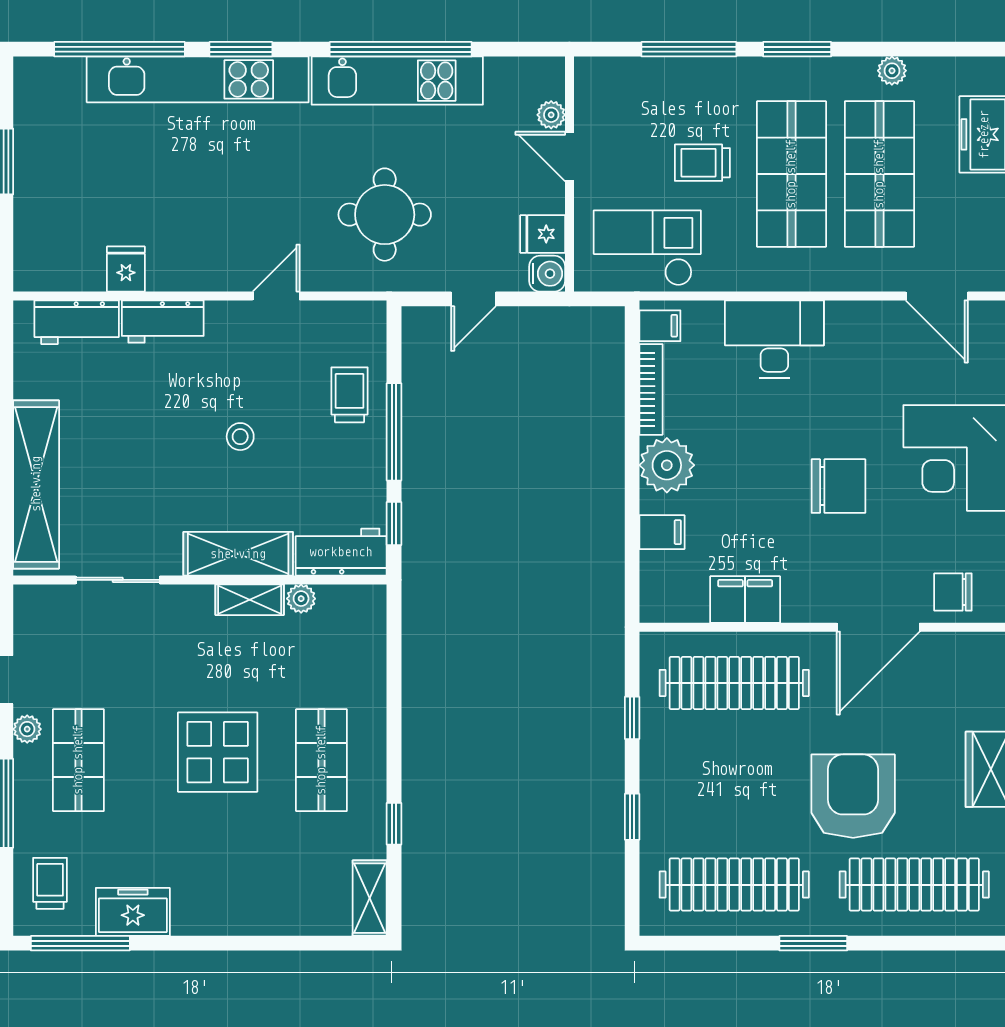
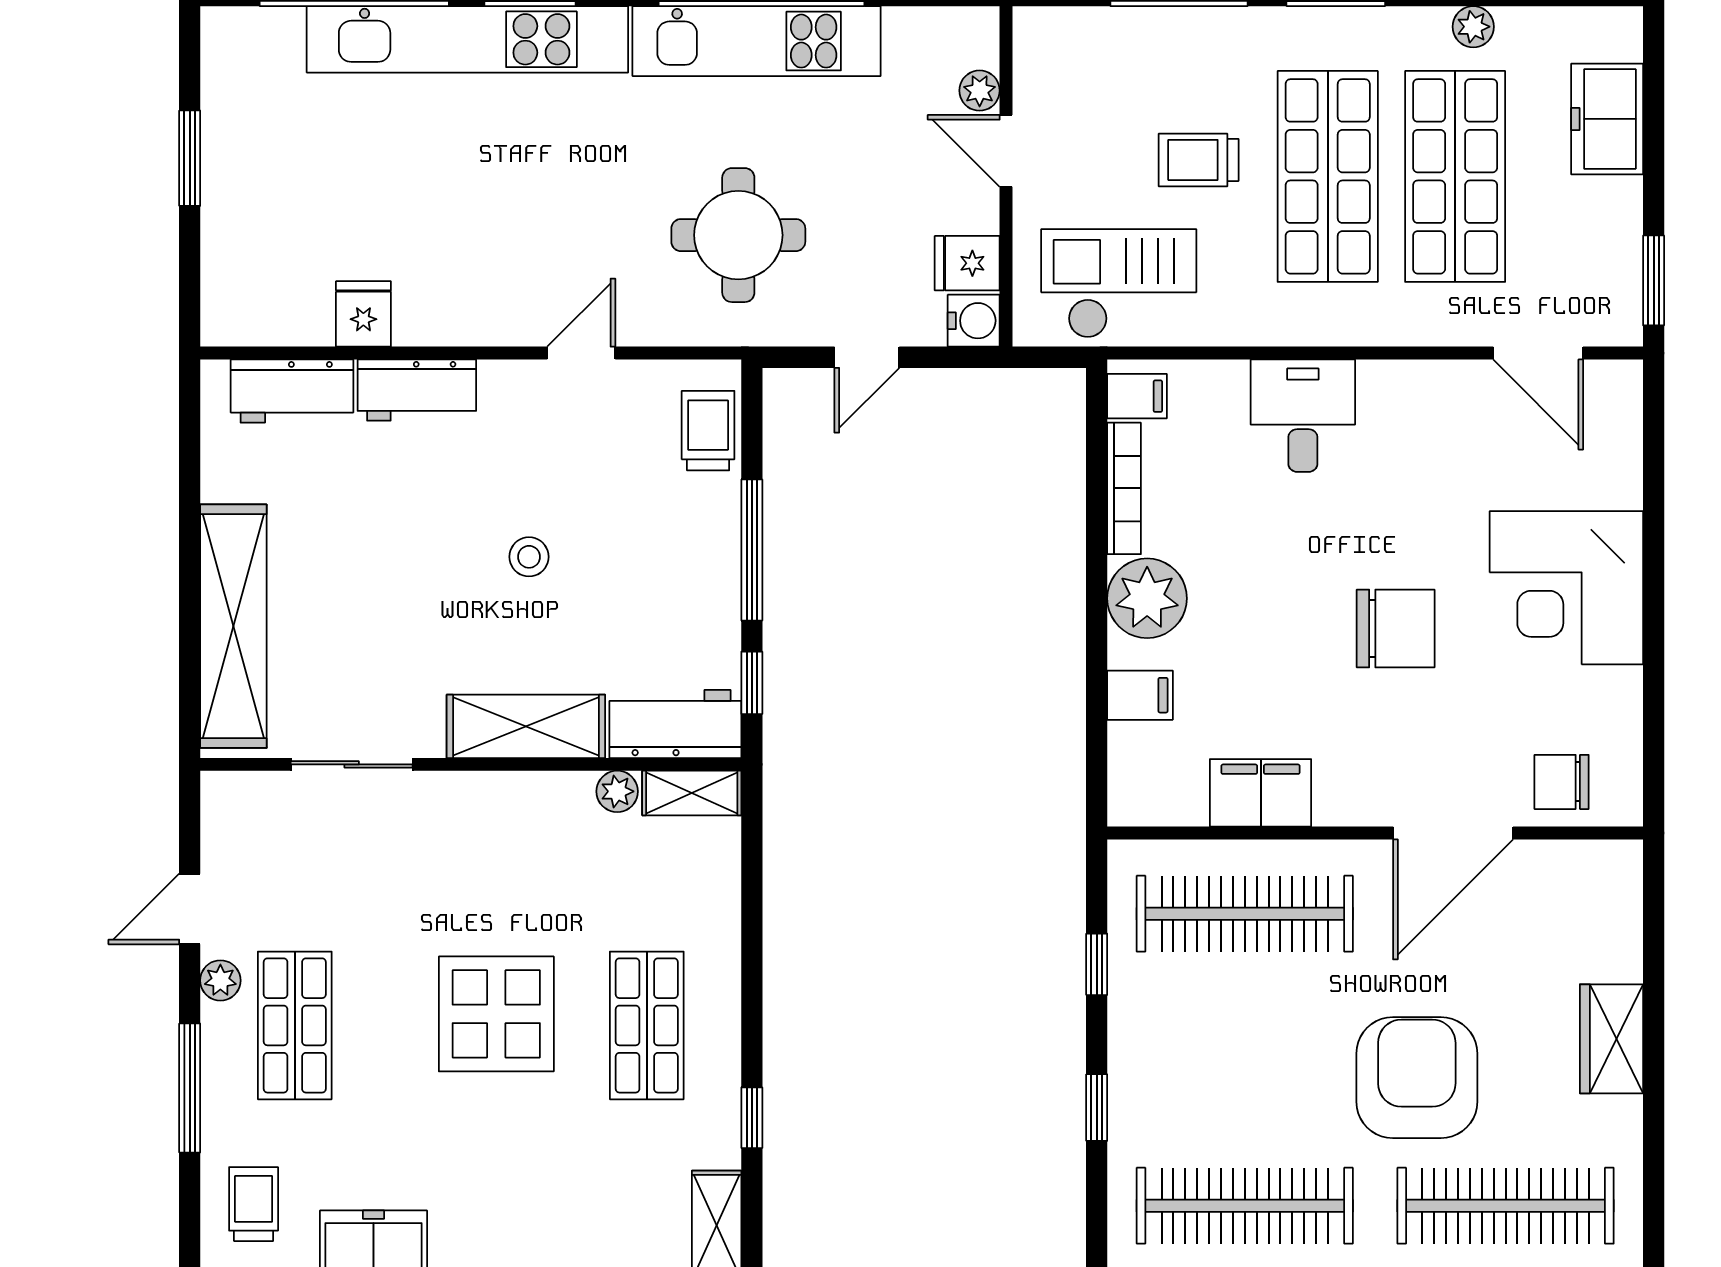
desk: (774, 339) -> (1303, 416), width x0.73
trolley: (350, 395) -> (708, 431), moved
shelving: (250, 600) -> (692, 793), moved

